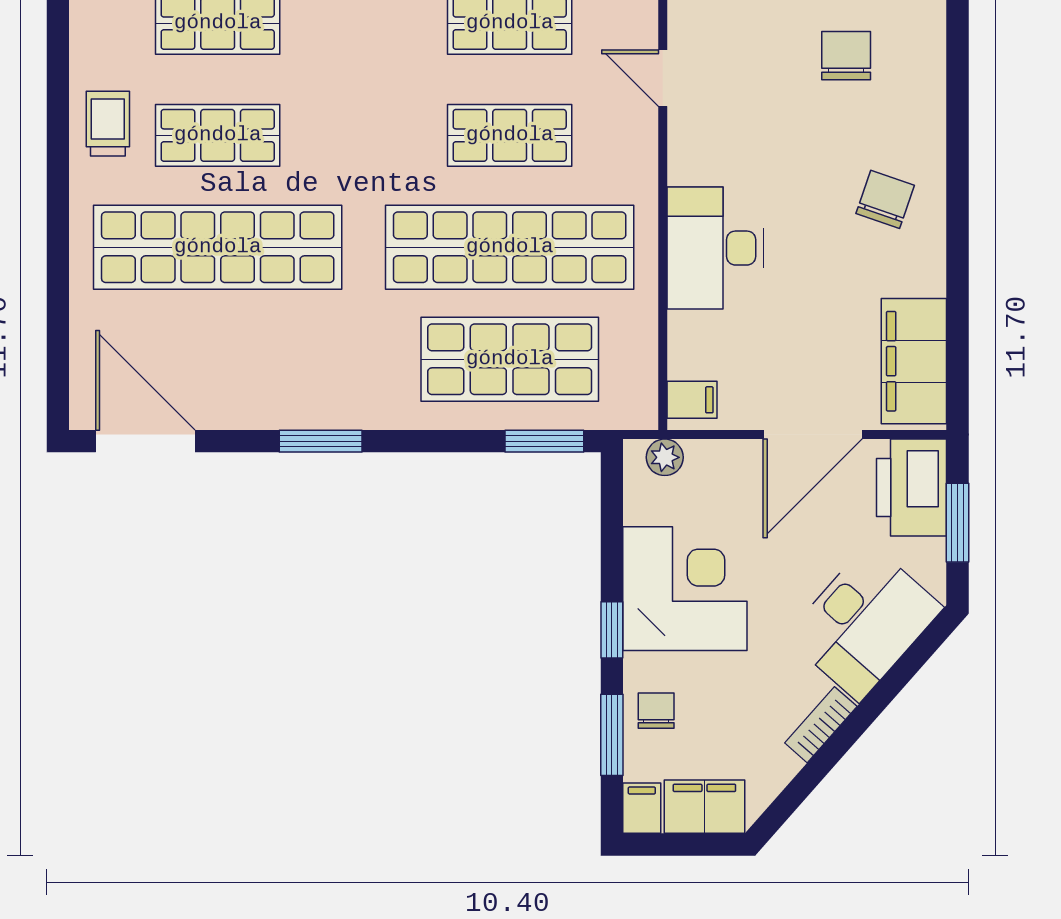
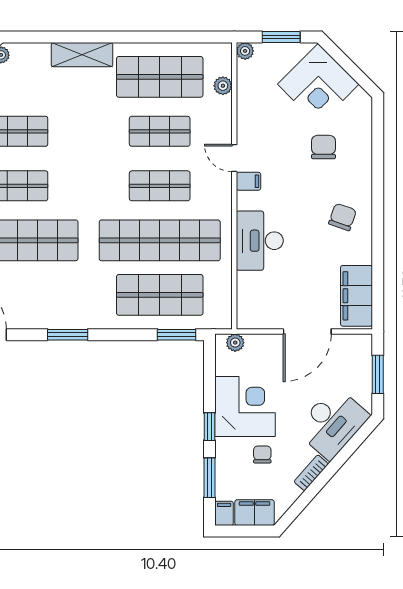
filing cabinet: (692, 400) -> (248, 181), moved
printer: (912, 488) -> (355, 357), removed
chair: (656, 711) -> (262, 454), moved

